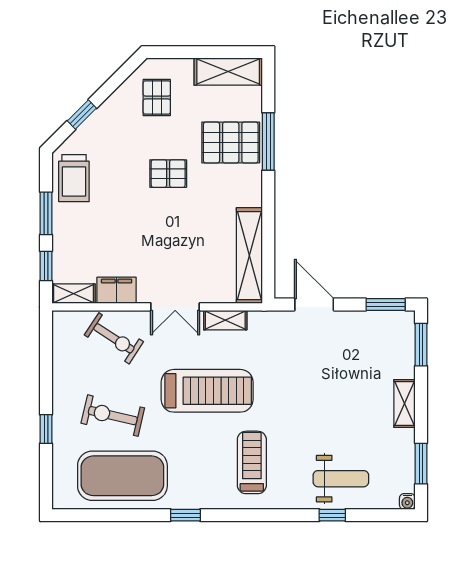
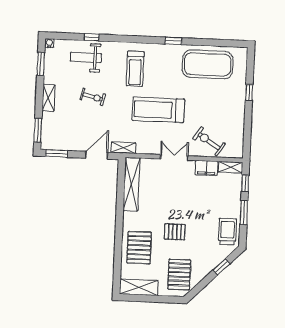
pallet: (157, 98) -> (179, 275), width x1.50, depth x1.42
pallet: (231, 142) -> (139, 248), turned 90
window: (268, 142) -> (118, 247), removed
door: (314, 304) -> (97, 155), swing flipped
shelving: (225, 320) -> (123, 148), moved
exercise bike: (113, 416) -> (93, 97), moved, width x0.73, depth x0.72

